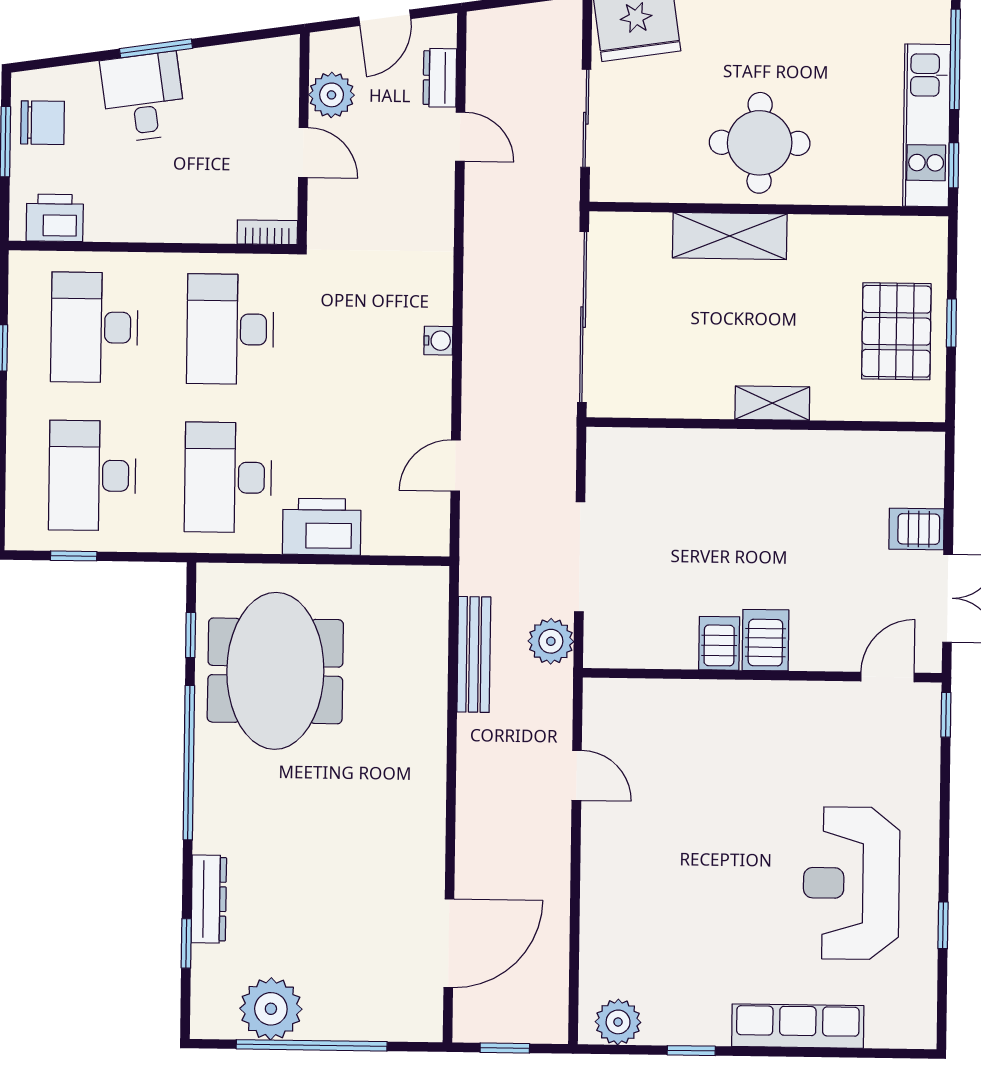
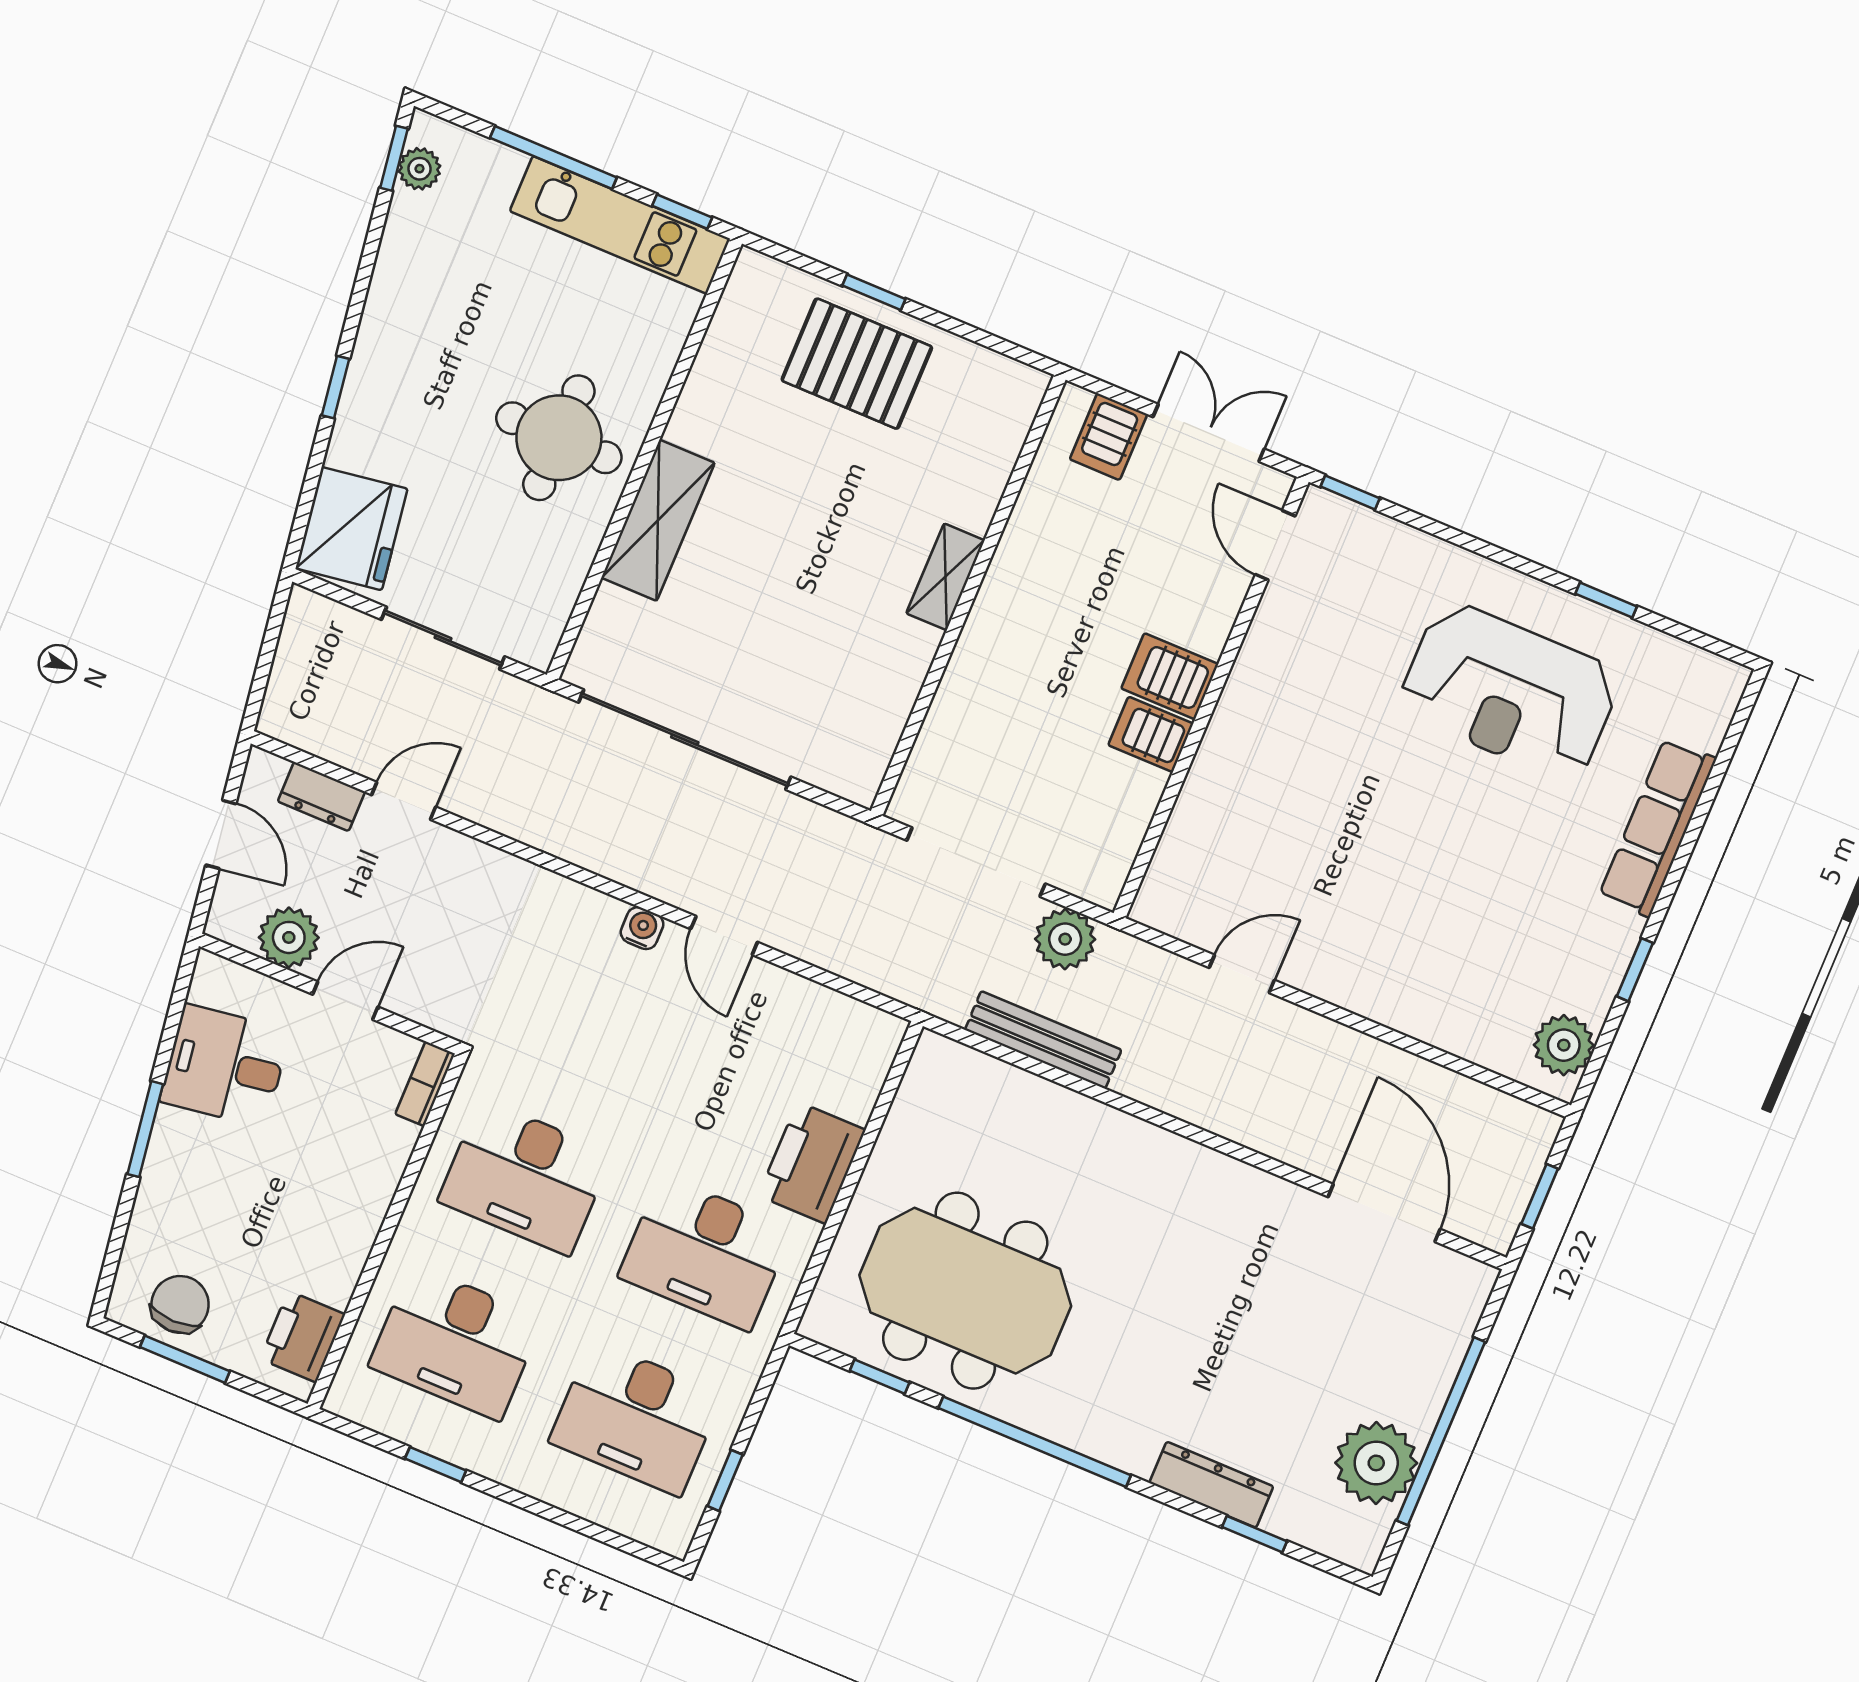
desk: (143, 97) -> (225, 1066), moved
shelving: (772, 403) -> (945, 577), moved
wall: (766, 425) -> (968, 595), moved
door: (456, 465) -> (724, 936), moved

